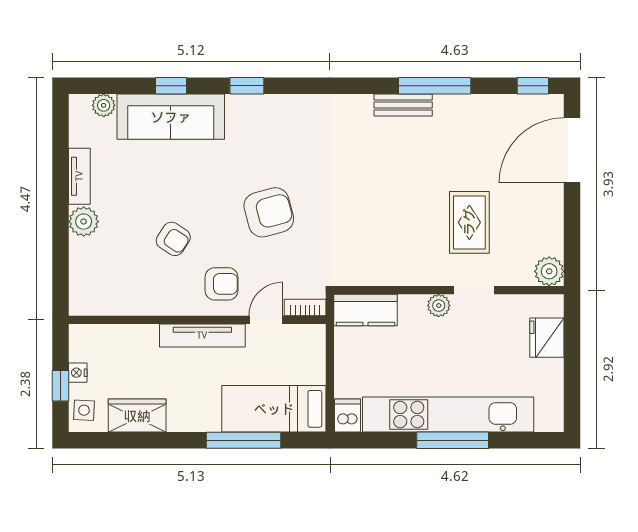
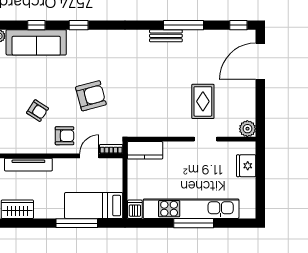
plant: (439, 306) -> (186, 148), removed
tv unit: (202, 335) -> (28, 165), moved

